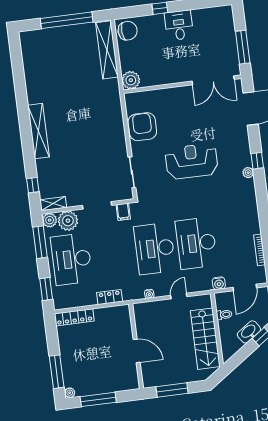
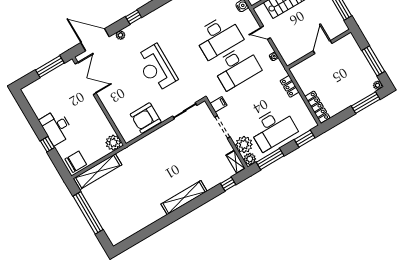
desk: (179, 25) -> (56, 127), width x1.37
chair: (128, 31) -> (76, 162), turned 94
plant: (248, 173) -> (120, 35), moved

